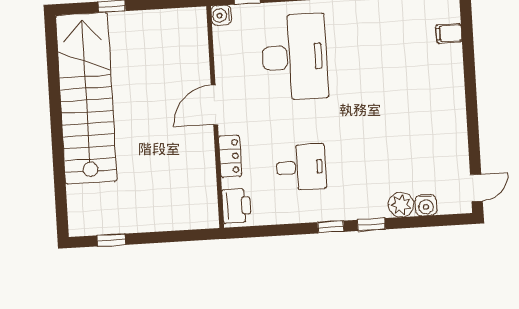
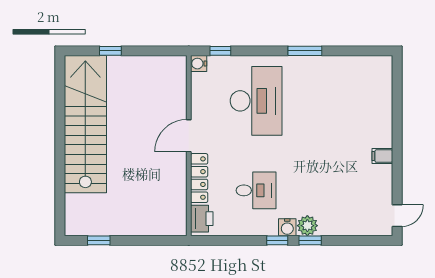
filing cabinet: (449, 33) -> (382, 156), moved
locker: (230, 156) -> (199, 178), width x1.53
plant: (401, 205) -> (307, 226), moved
water cooler: (426, 205) -> (287, 227), moved

